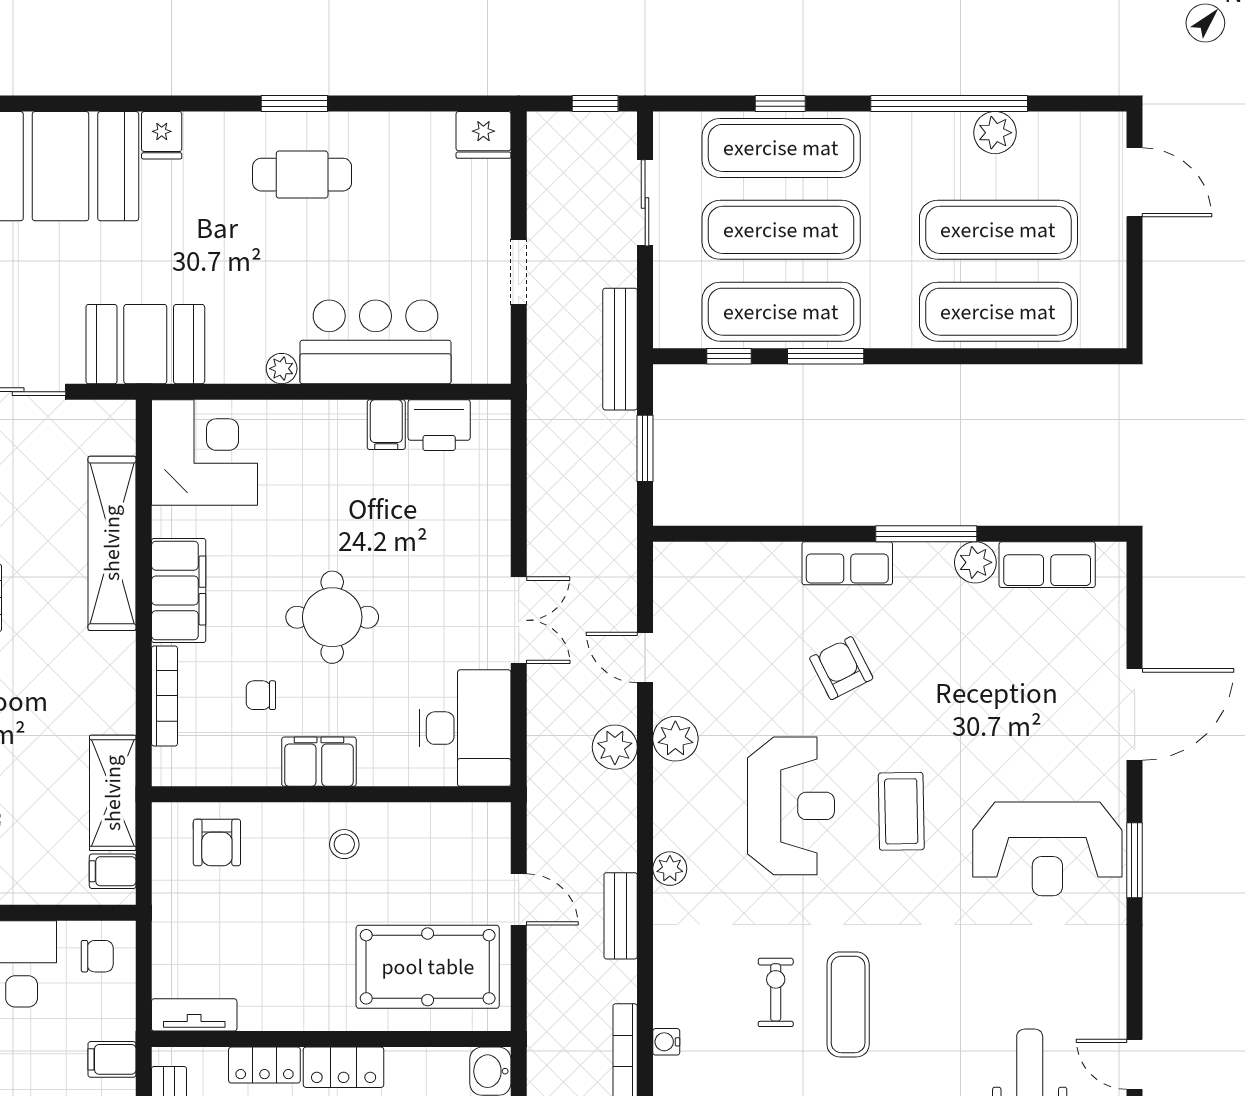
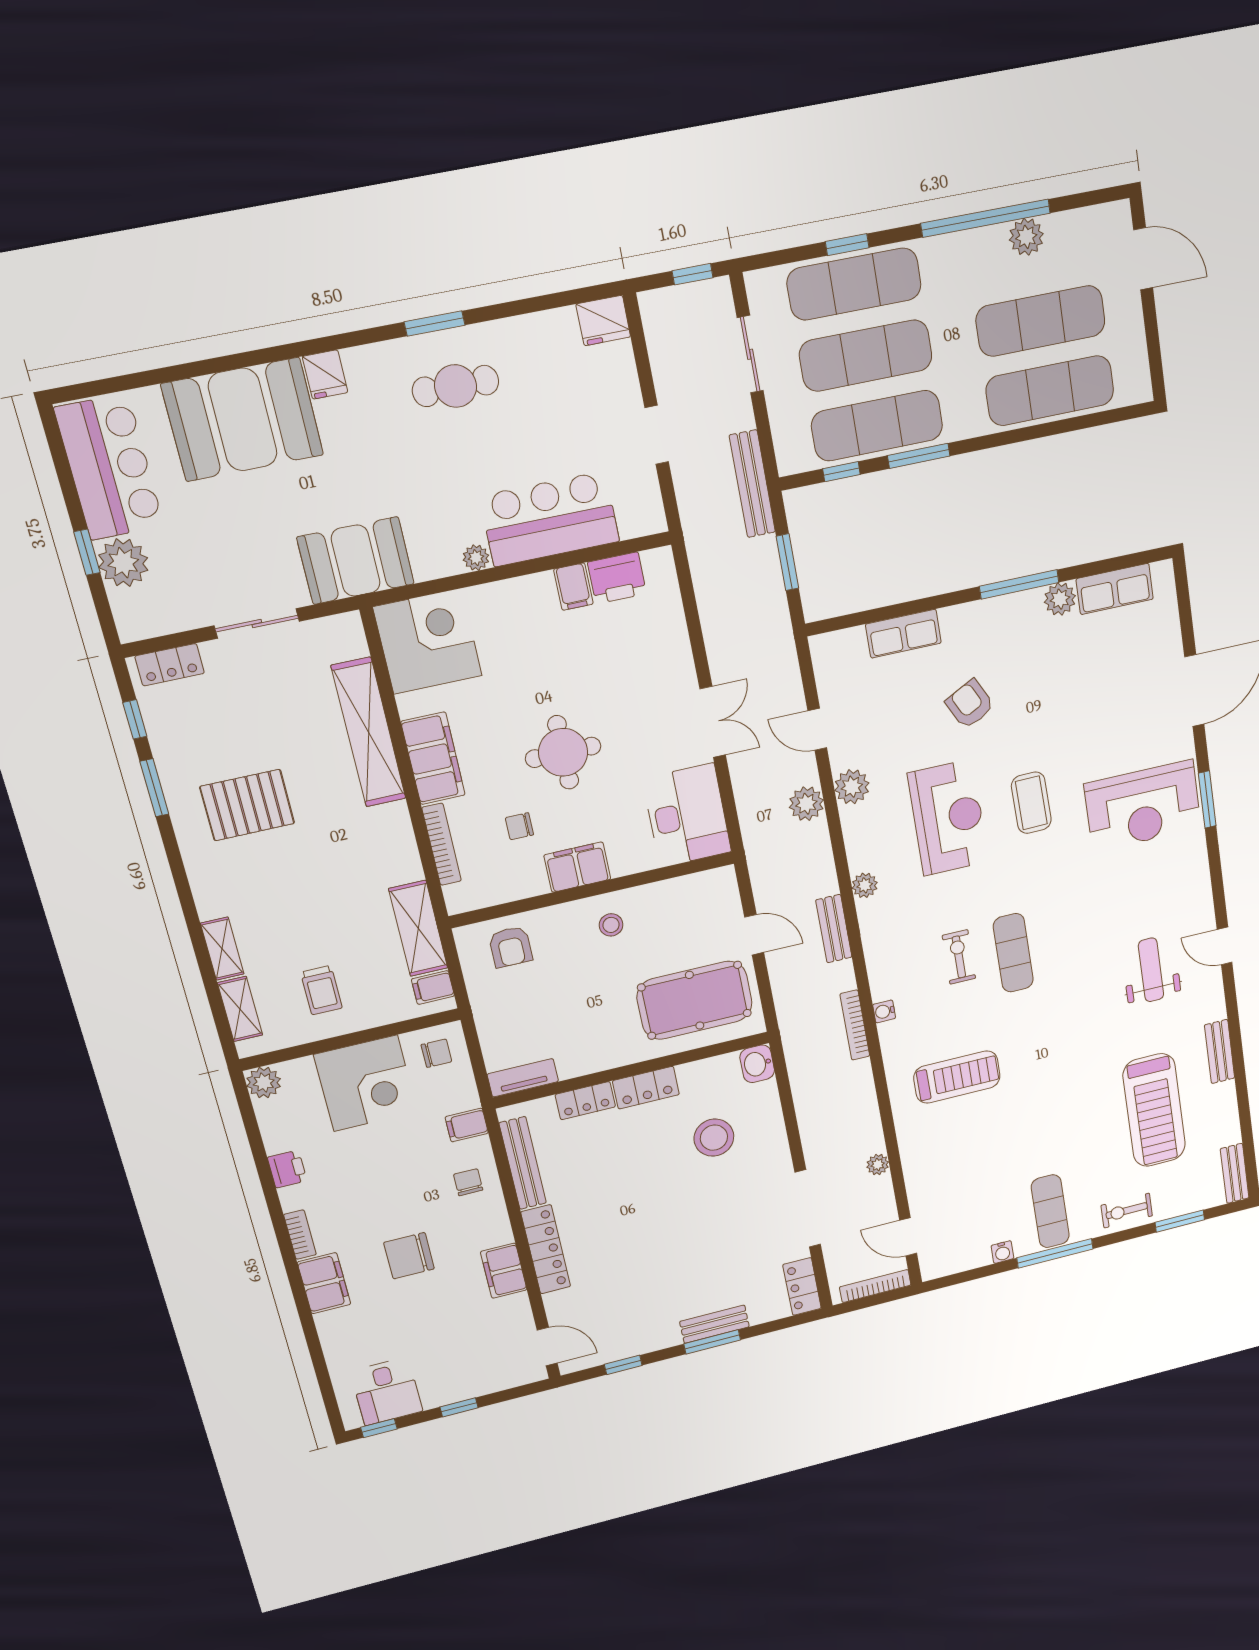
row of seats: (847, 563) -> (903, 634), moved

